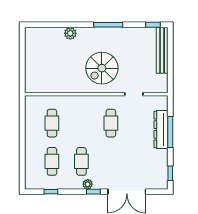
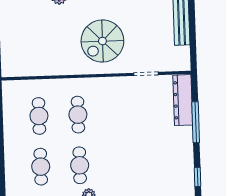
cafe table: (111, 123) -> (78, 115), moved
dresser: (161, 130) -> (183, 100), moved

